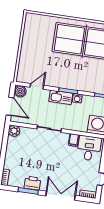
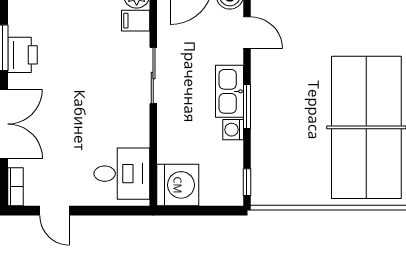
filing cabinet: (74, 140) -> (136, 21), moved

